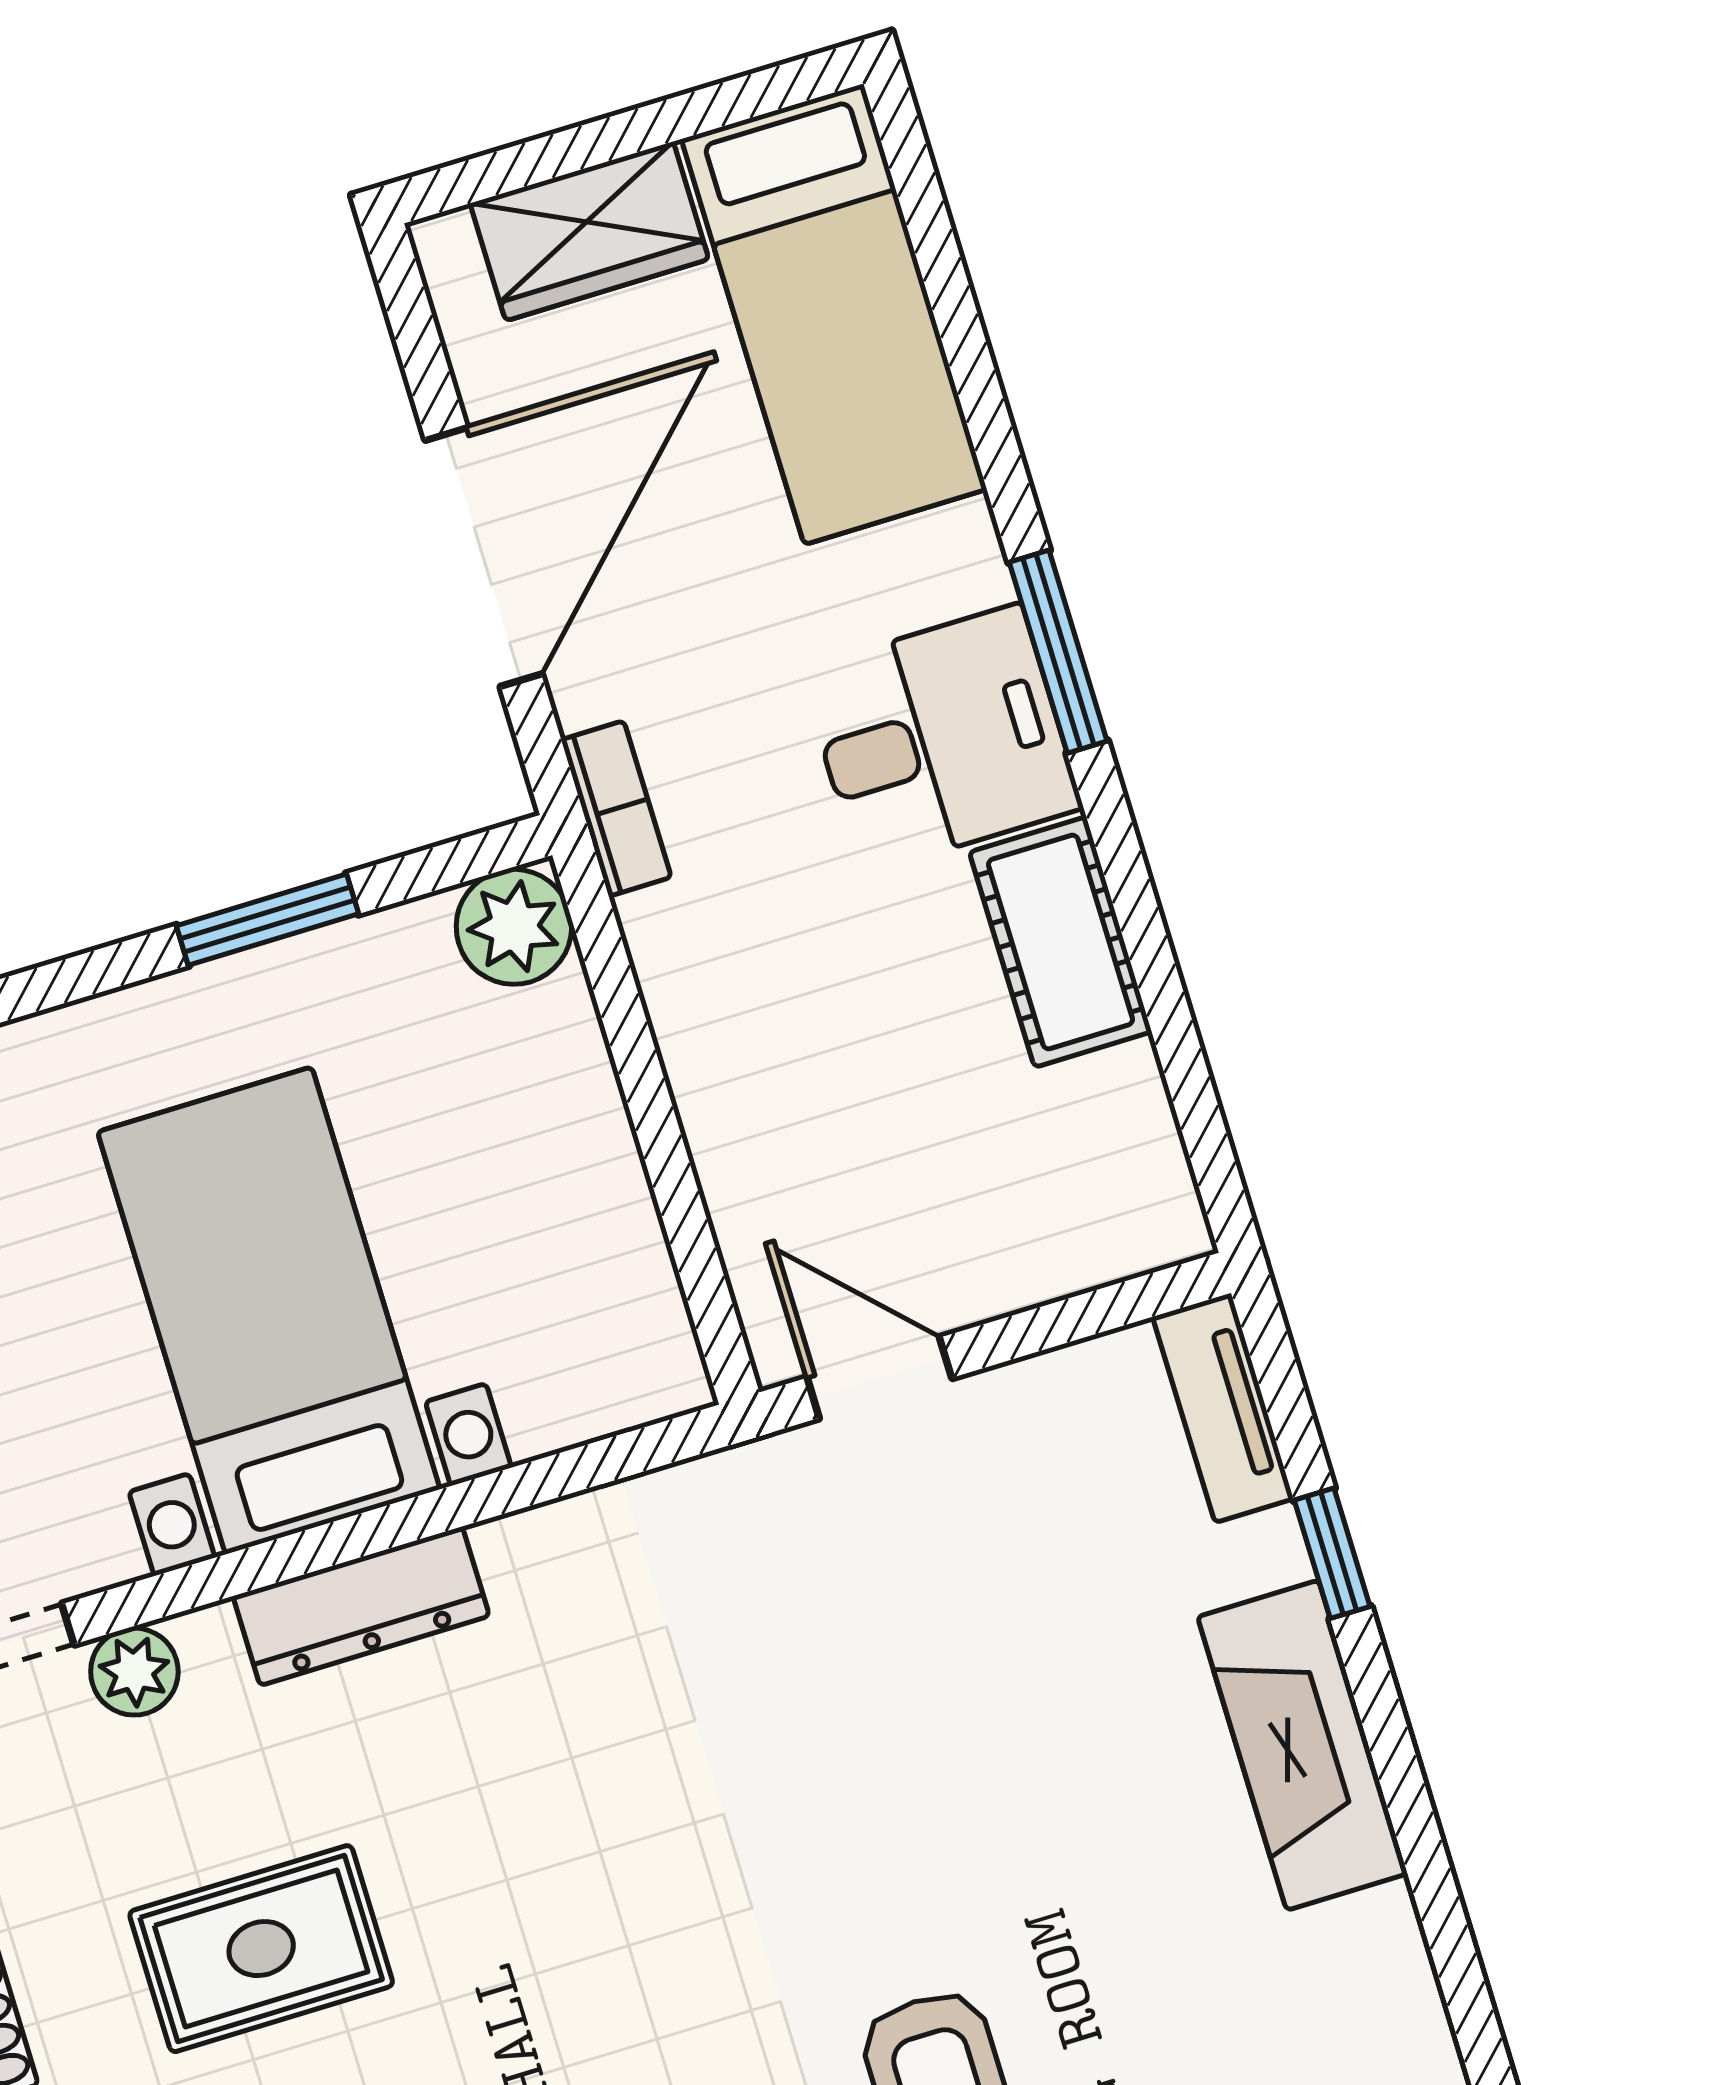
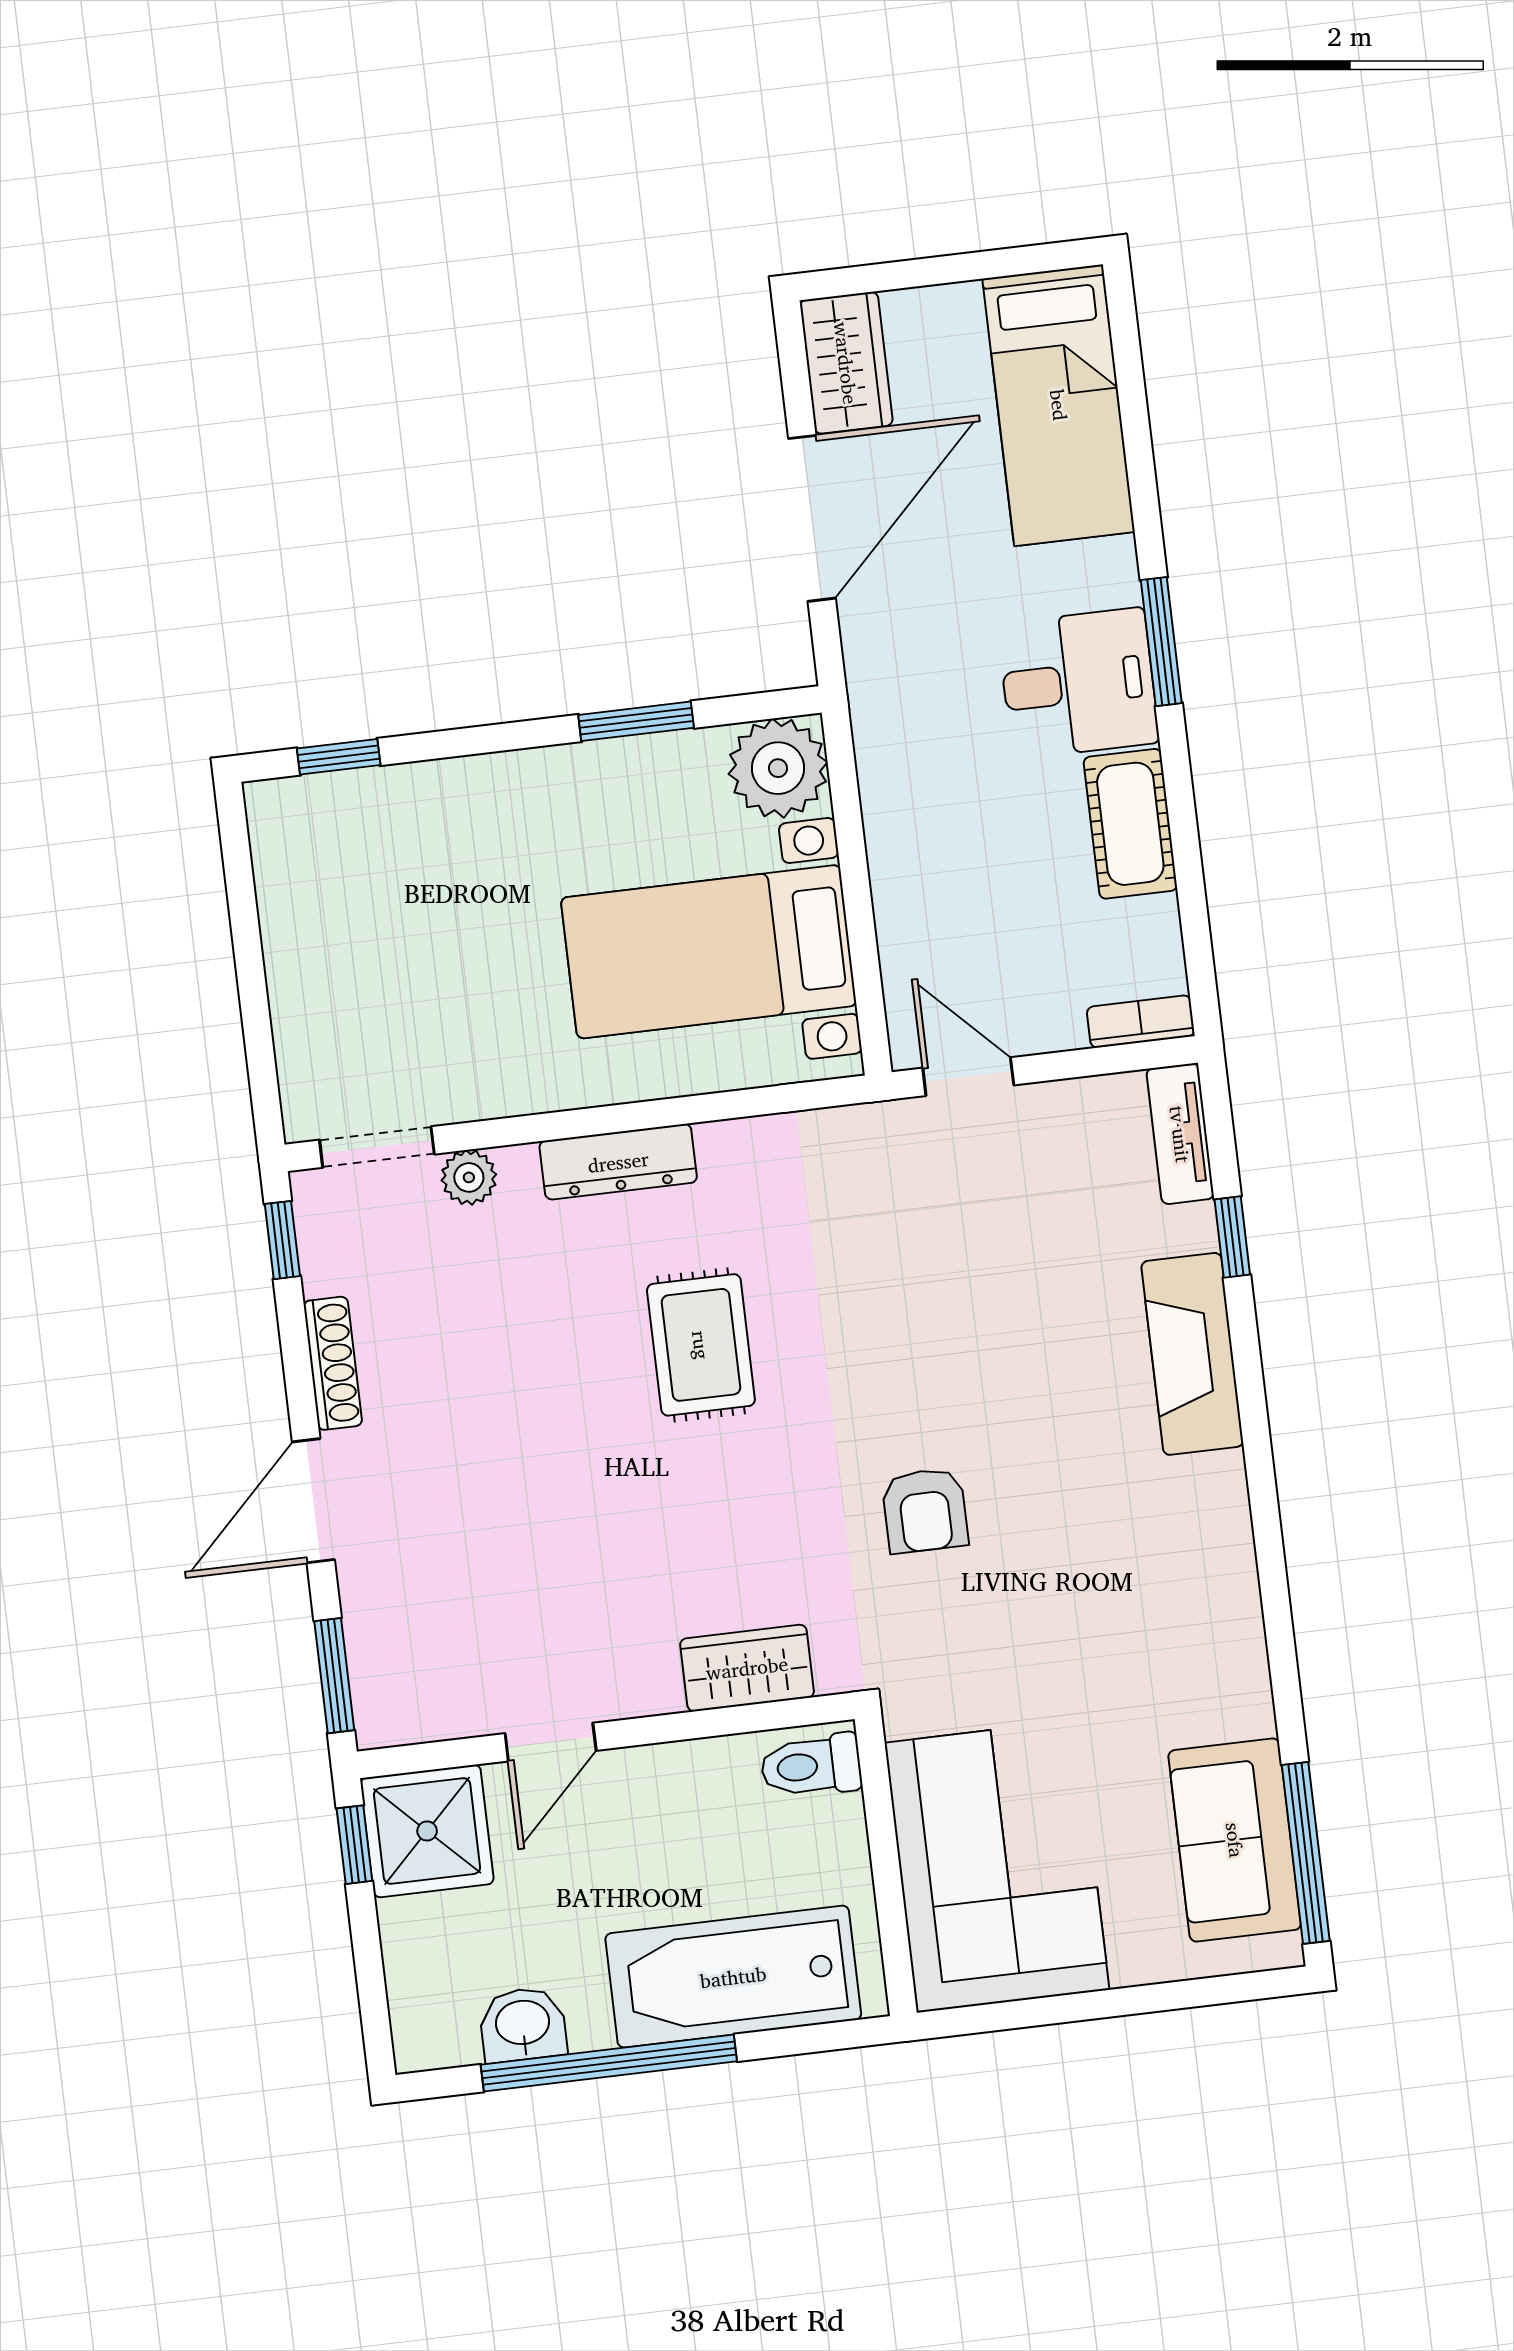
wardrobe: (589, 231) -> (846, 363), moved, turned -90
bookcase: (616, 809) -> (1141, 1022), moved, turned -90
plant: (514, 927) -> (778, 768), width x1.36, depth x1.36
bed with nightstands: (269, 1311) -> (709, 952), moved, turned -90
rug: (261, 1949) -> (701, 1345), moved, turned 90

